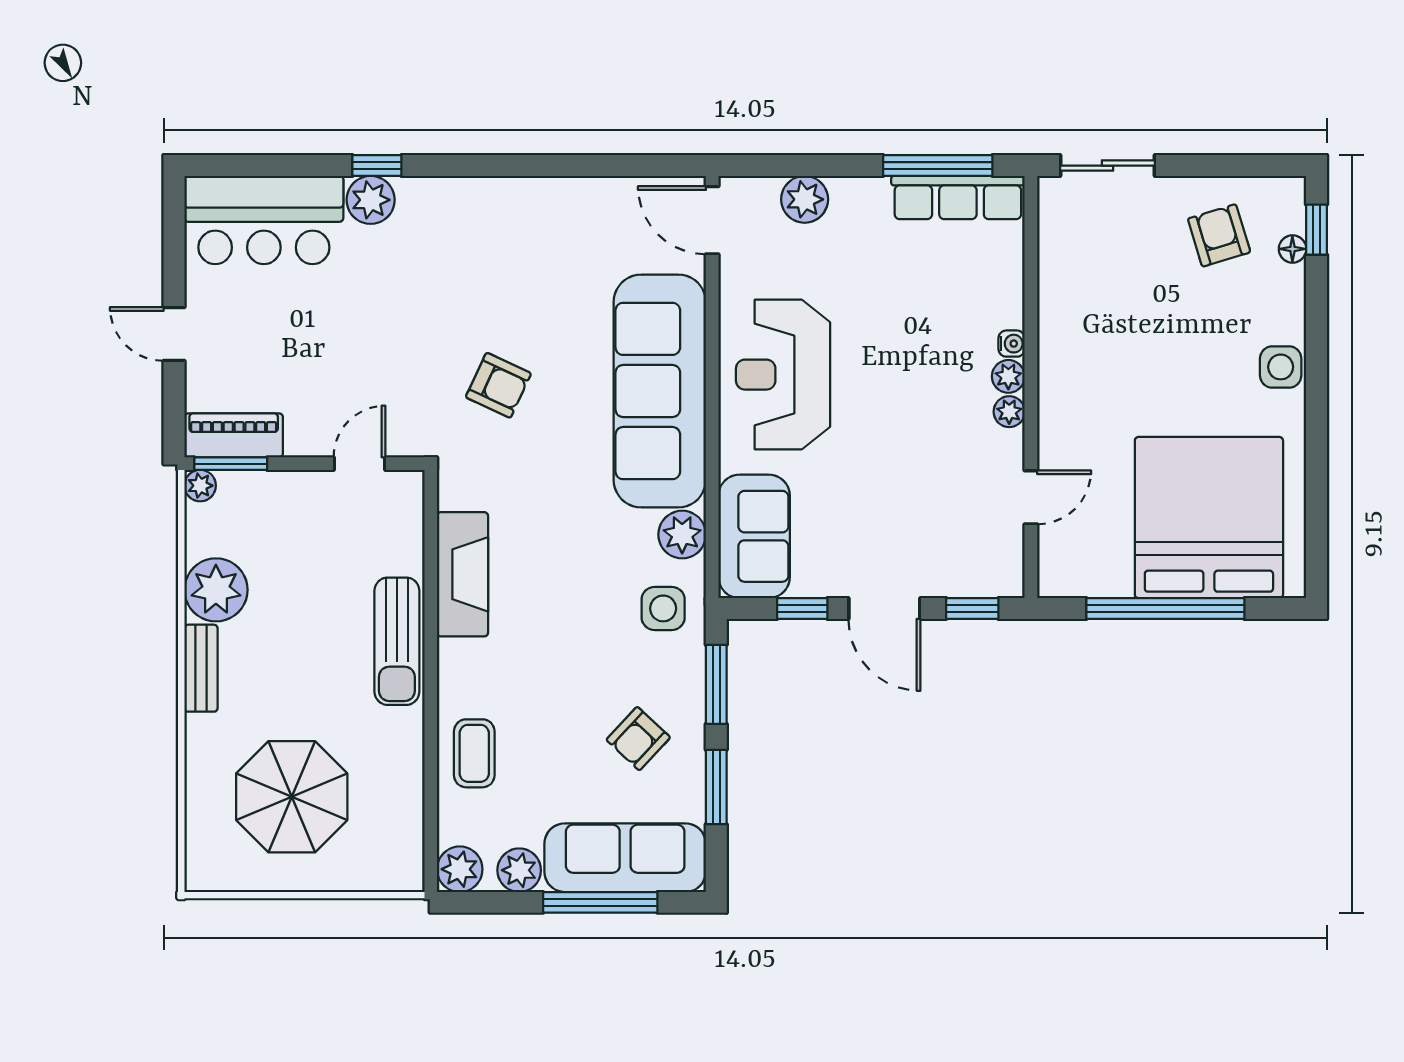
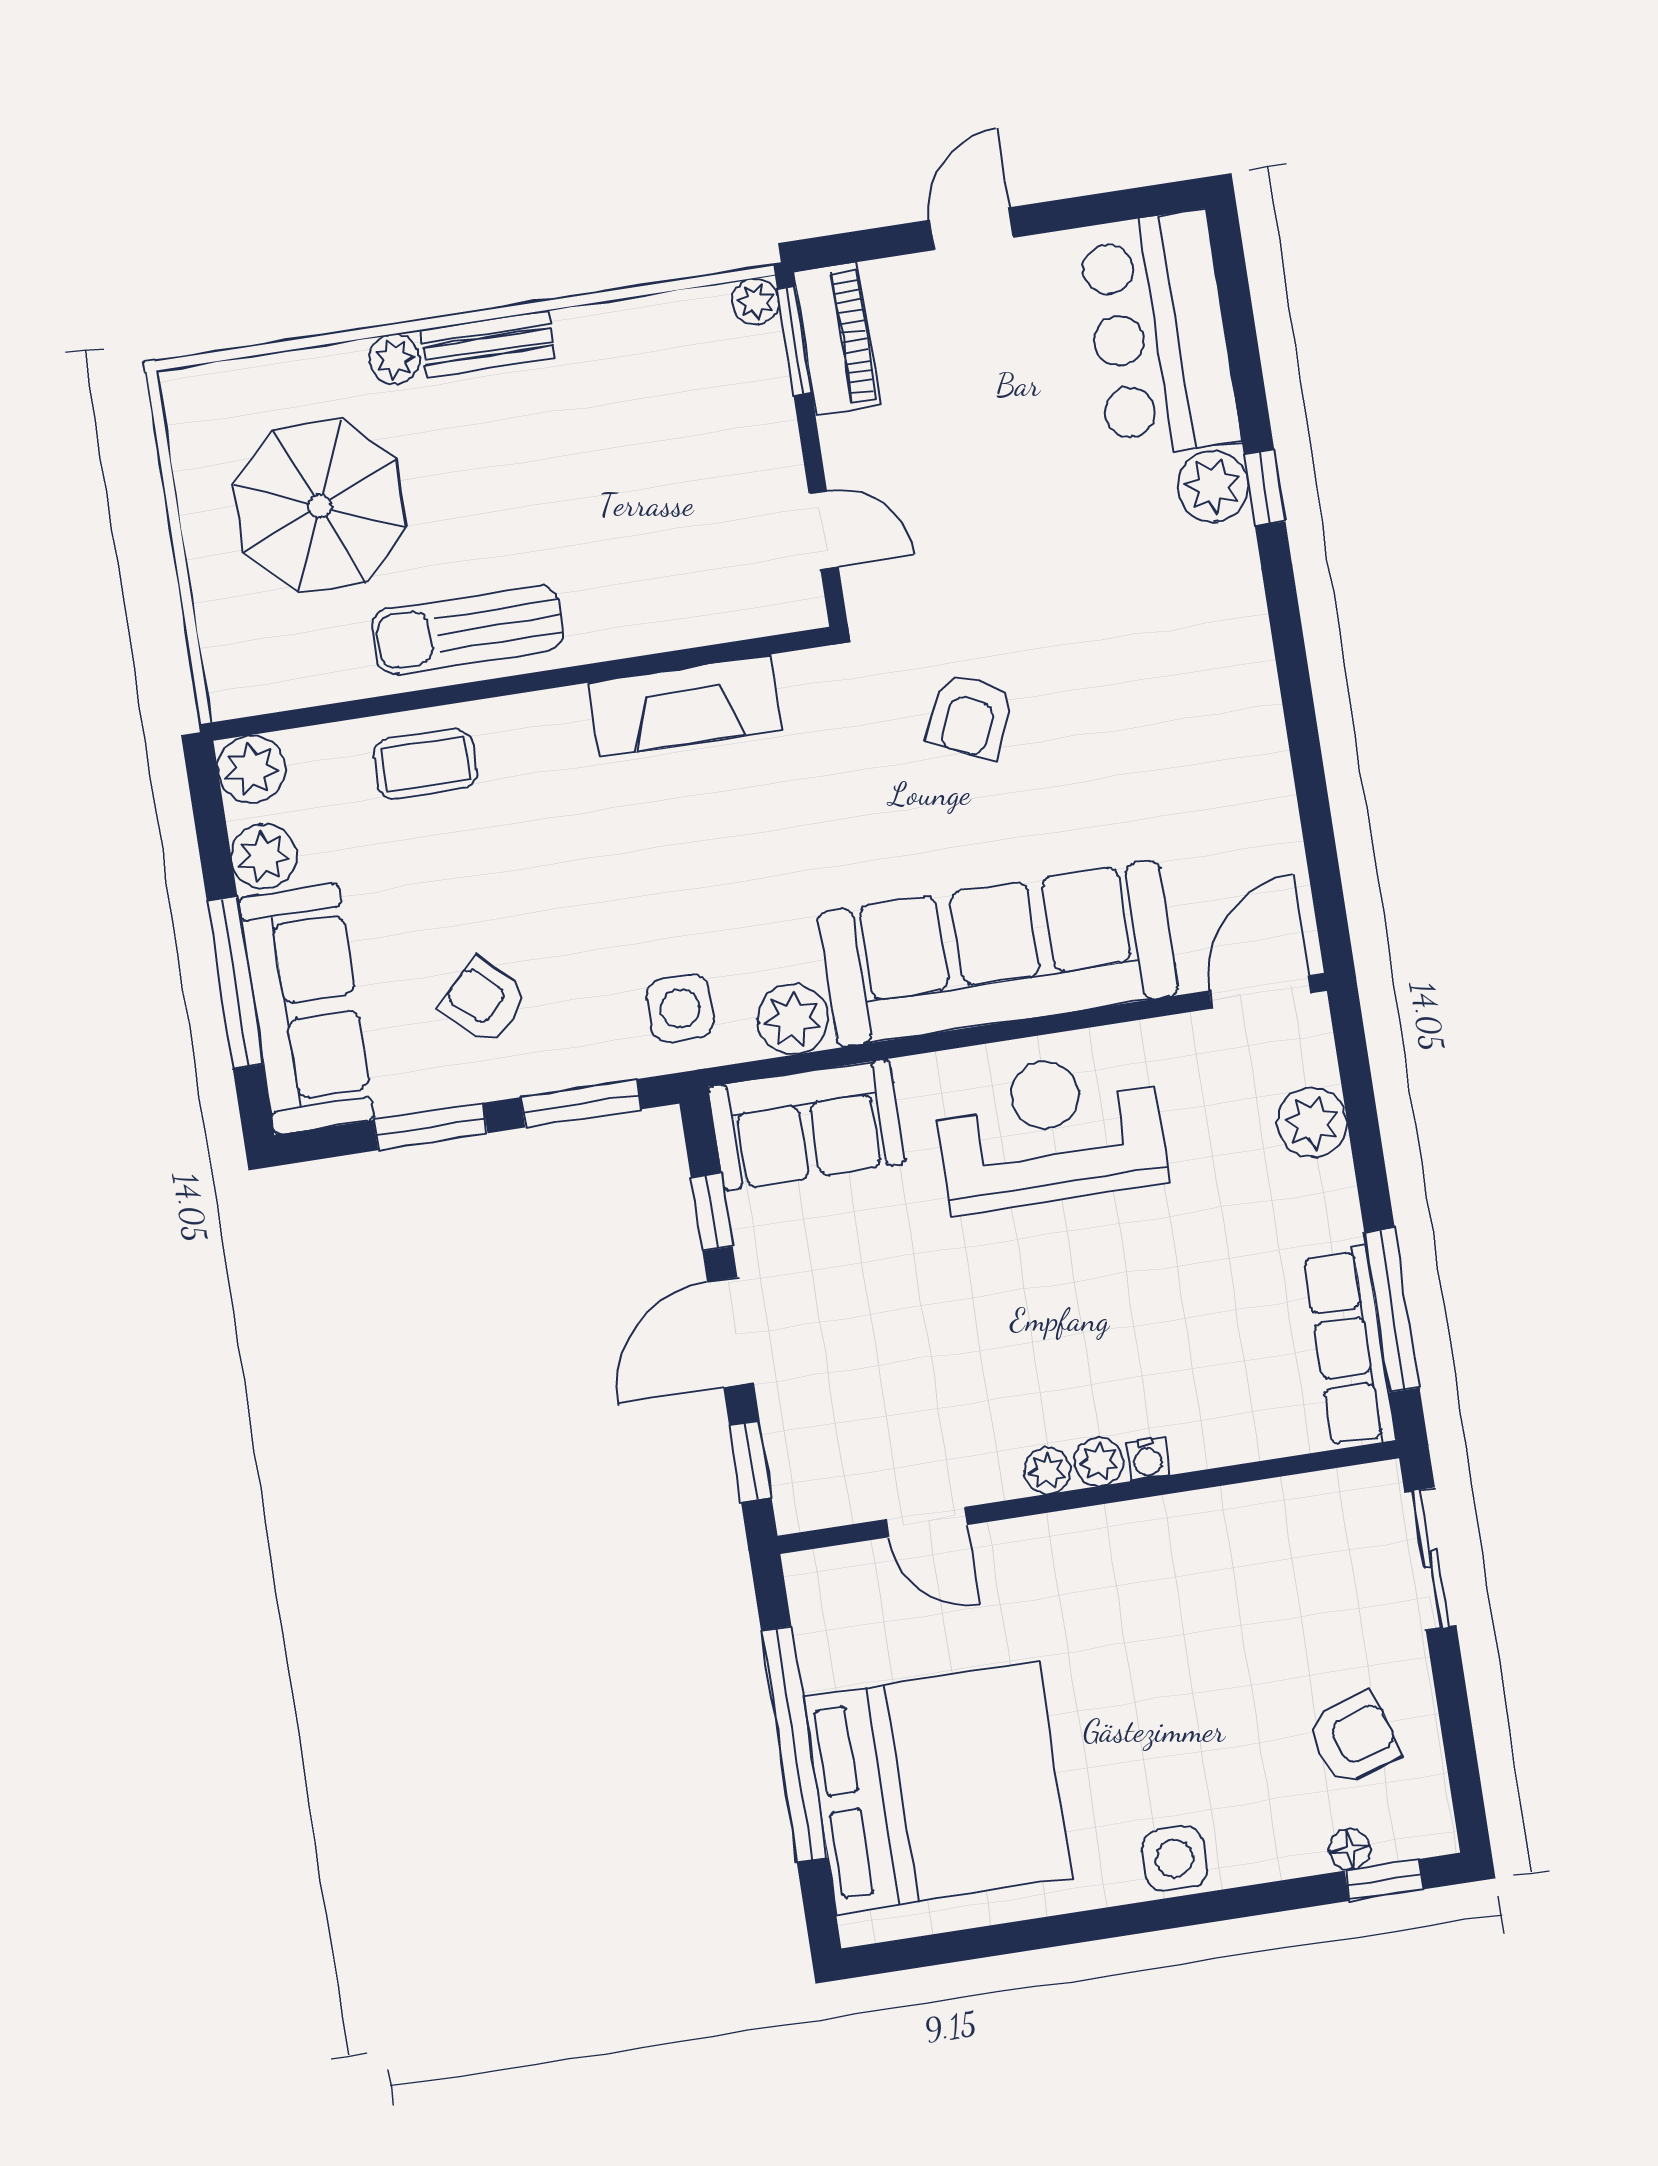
plant: (216, 590) -> (394, 359), moved, width x0.53, depth x0.53
sun lounger: (397, 641) -> (468, 630), moved

